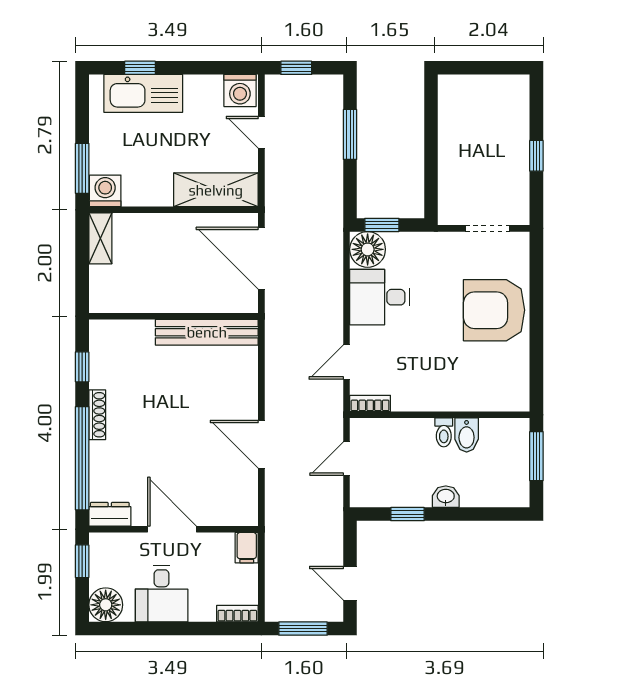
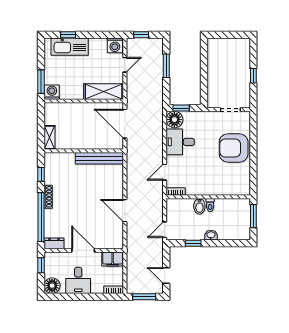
door: (261, 132) -> (125, 65), swing flipped
shelving: (100, 238) -> (50, 137), moved
bidet: (467, 435) -> (199, 206), moved
door: (347, 459) -> (165, 230), moved
filing cabinet: (247, 548) -> (113, 259), width x2.00

